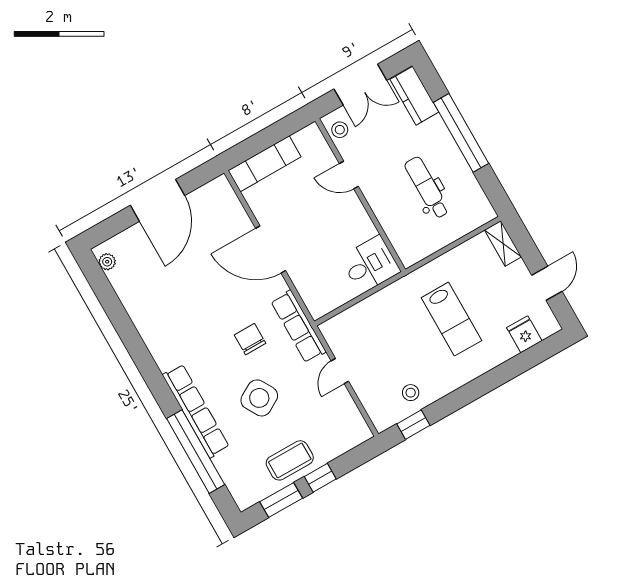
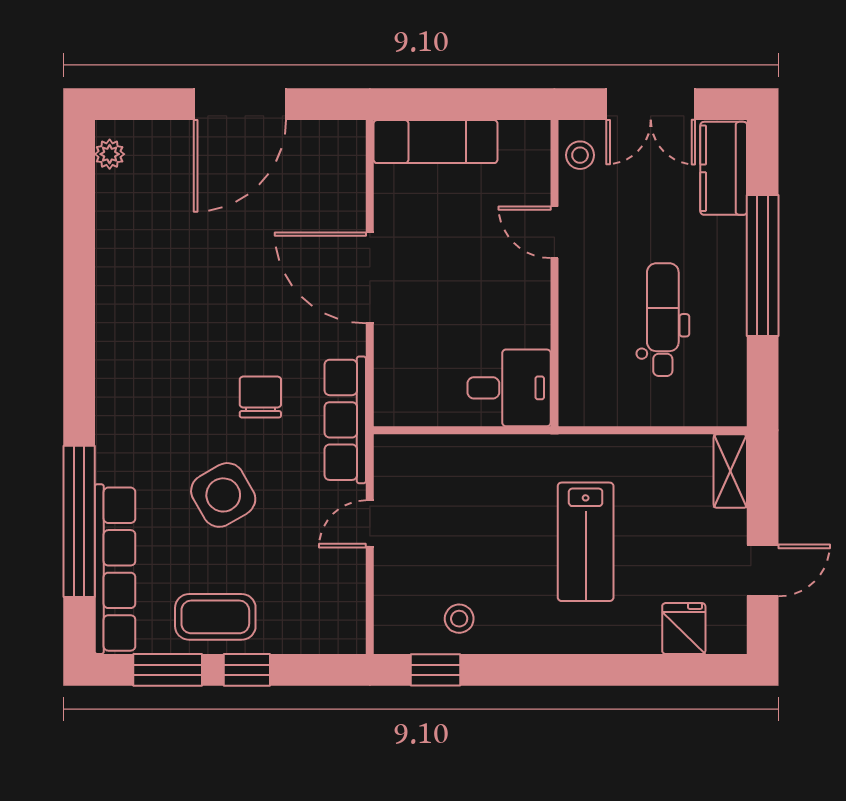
row of seats: (196, 411) -> (115, 569), moved

